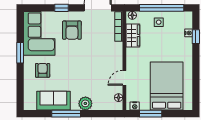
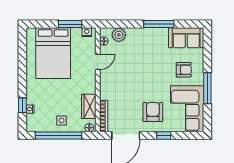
window: (20, 53) -> (207, 88), width x1.44
armchair: (43, 70) -> (184, 70), turned -90
sofa: (53, 101) -> (186, 38), moved
plant: (85, 103) -> (119, 35), moved

